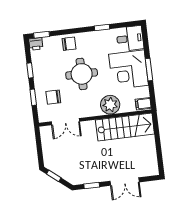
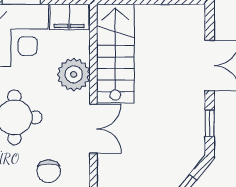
filing cabinet: (143, 104) -> (69, 17), width x2.00
double door: (65, 122) -> (93, 129), moved

